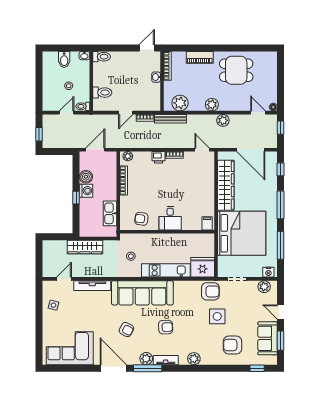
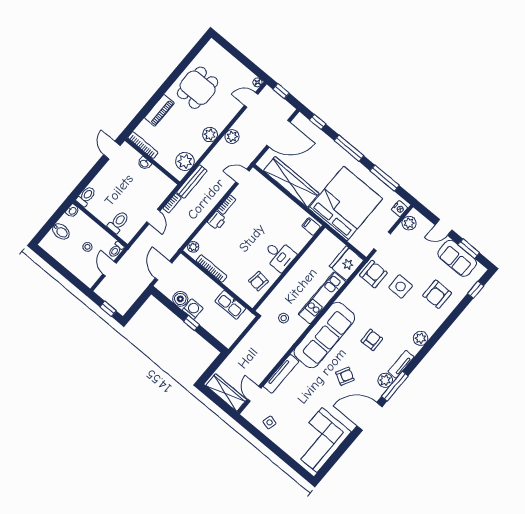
wardrobe: (85, 247) -> (226, 393), moved, turned -90

